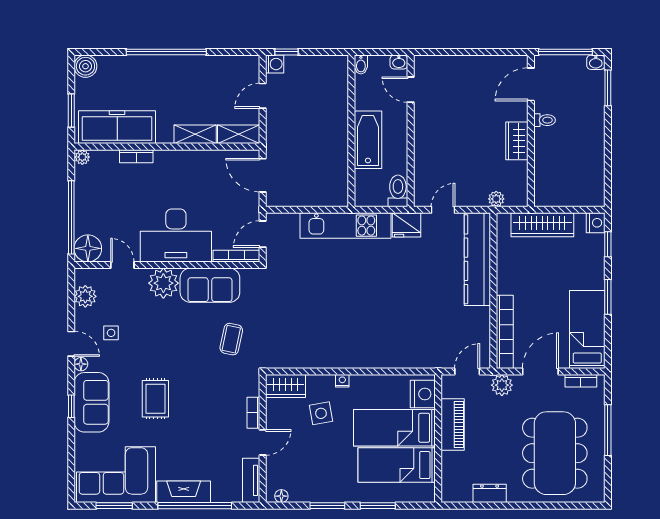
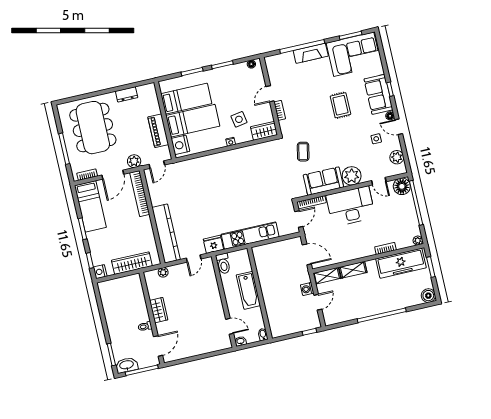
washbasin: (596, 62) -> (127, 365), width x1.91, depth x1.45
washing machine: (275, 64) -> (307, 289), moved
tv unit: (251, 480) -> (272, 69), removed

